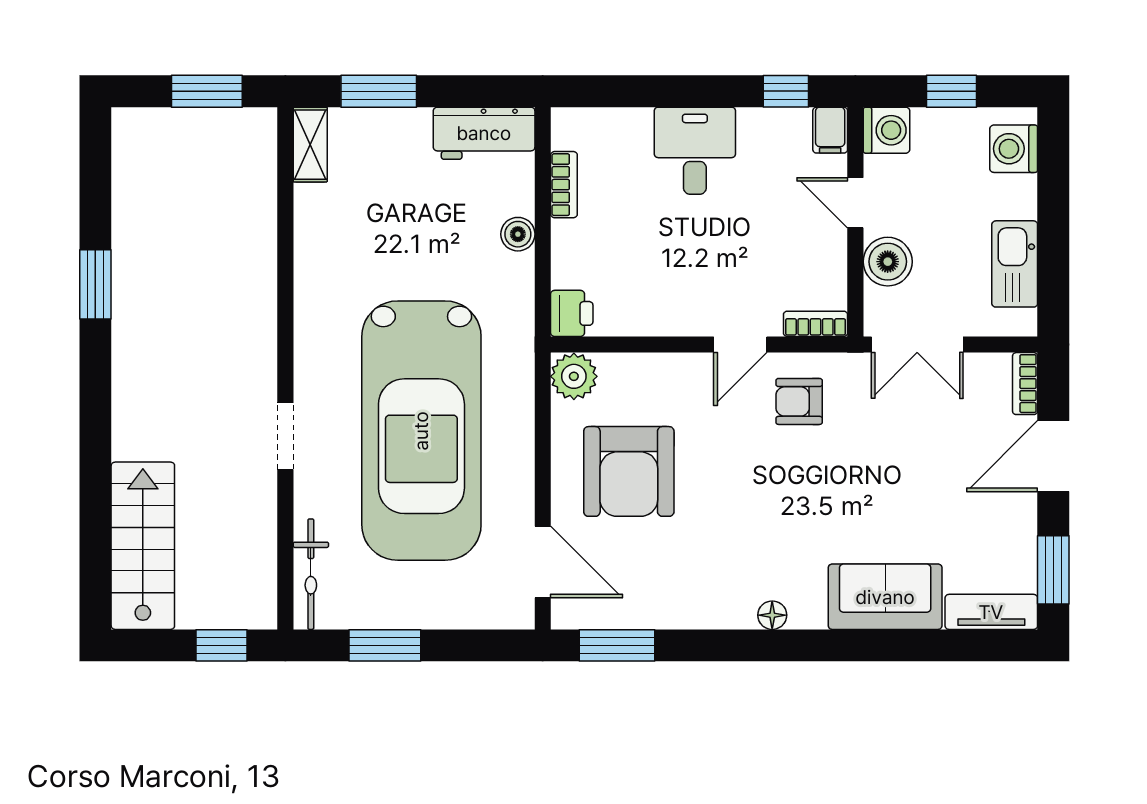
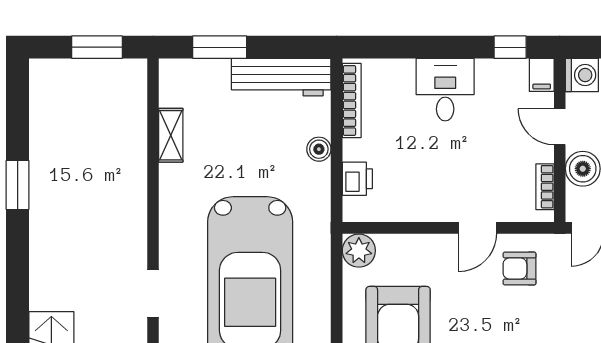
workbench: (484, 133) -> (281, 77), width x1.38
shelving: (310, 145) -> (171, 135), moved
bookcase: (564, 185) -> (352, 100), width x1.56
printer: (572, 313) -> (357, 179), moved
bookcase: (816, 324) -> (545, 187), moved, turned -90

